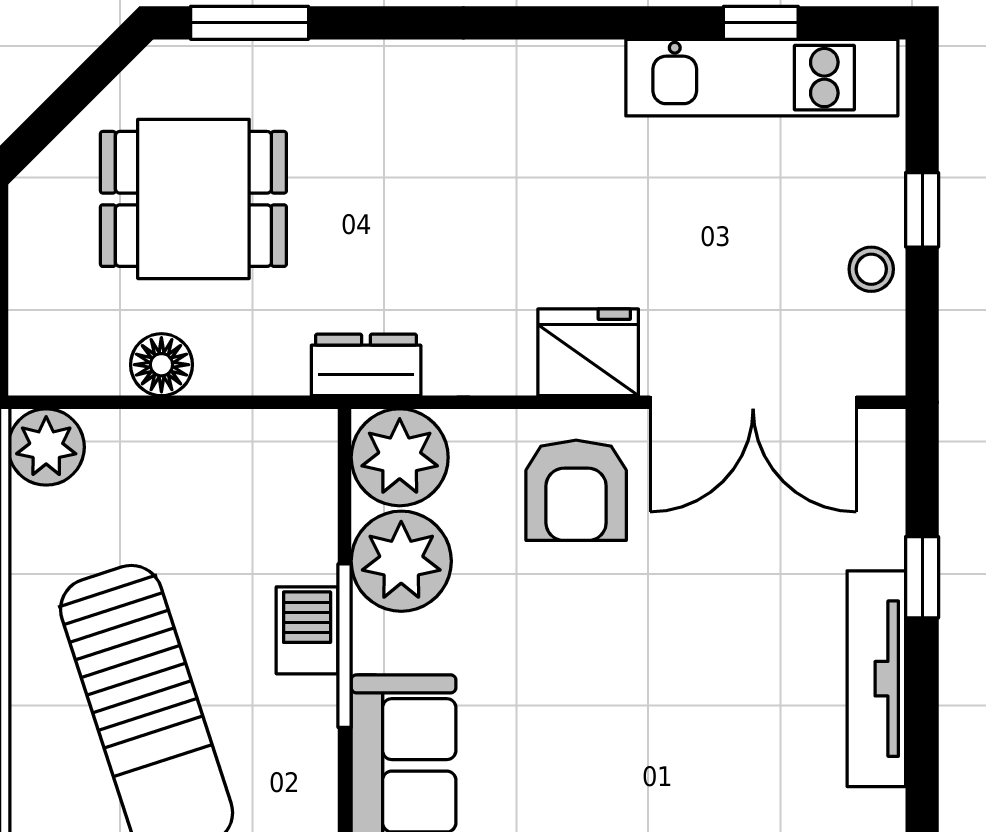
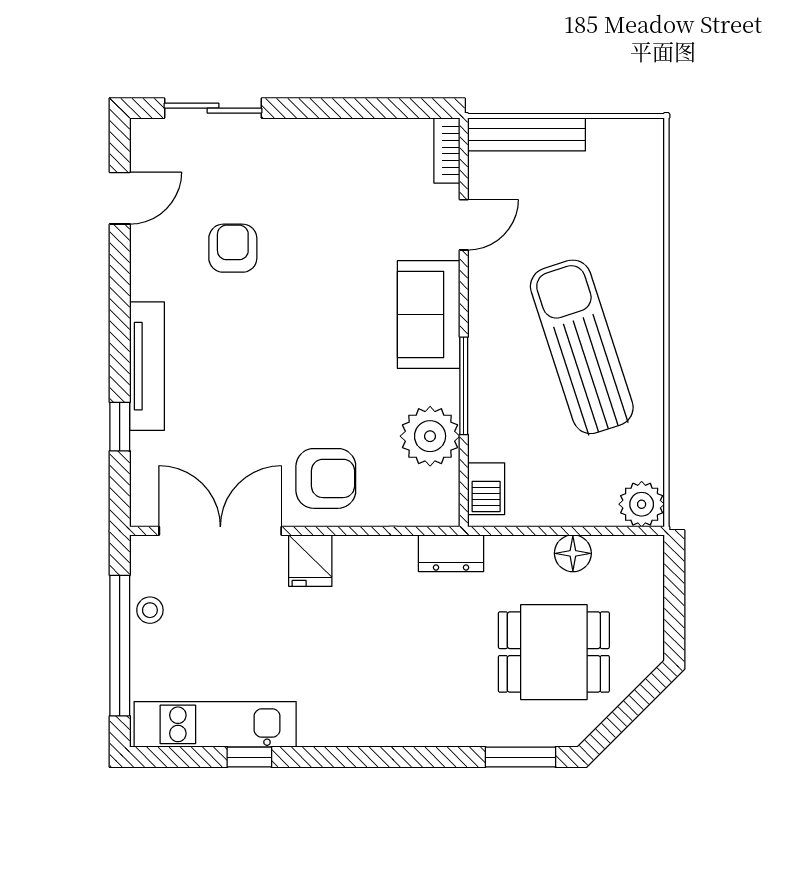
window: (761, 23) -> (249, 757), moved
window: (922, 210) -> (120, 646), width x3.17
fridge: (588, 352) -> (310, 561), width x0.72
plant: (400, 457) -> (431, 498), removed
armchair: (576, 490) -> (326, 478), turned 90
barbecue: (307, 630) -> (486, 489), moved

